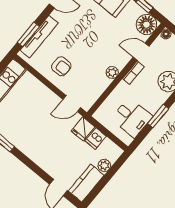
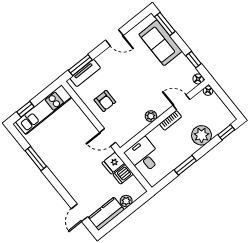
floor lamp: (147, 25) -> (198, 79), width x0.53, depth x0.53
tv unit: (39, 36) -> (85, 73), width x0.71
desk: (132, 118) -> (143, 156), moved, turned 180

